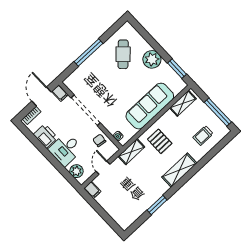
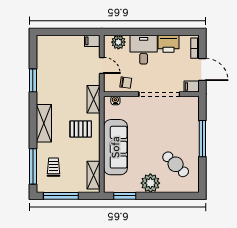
window: (216, 150) -> (33, 166), added

